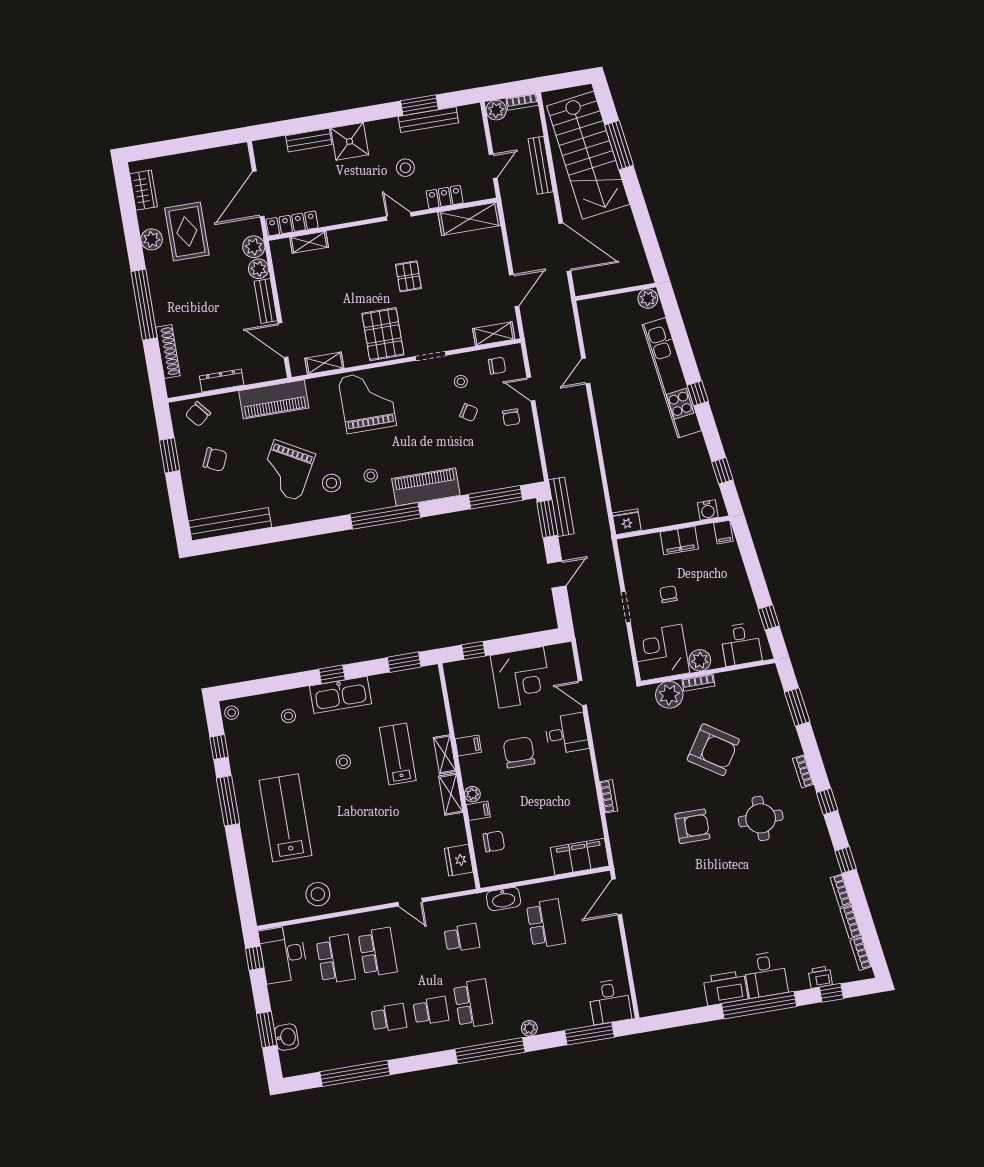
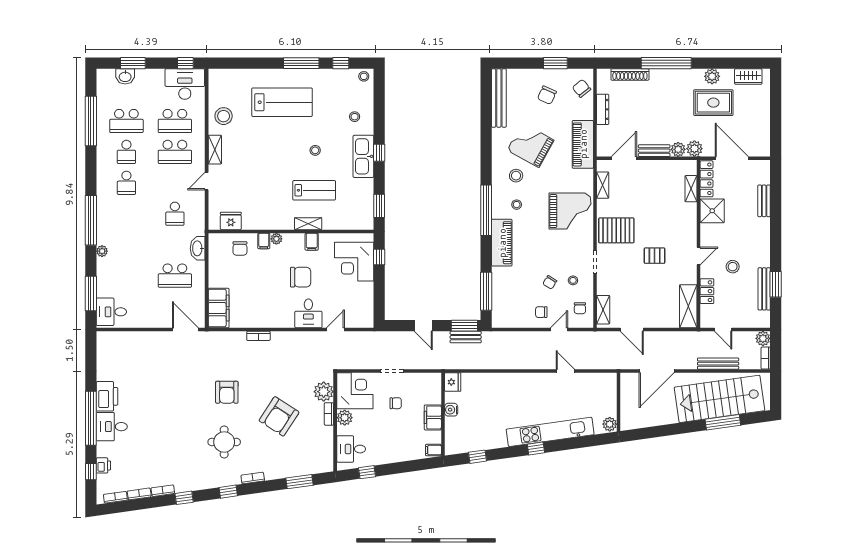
shower: (350, 141) -> (712, 211), moved
bench: (561, 507) -> (466, 337), width x0.73
water cooler: (708, 510) -> (451, 410), moved
corner desk: (521, 677) -> (354, 262), moved
shelving: (451, 794) -> (215, 150), moved, turned 90
school desk: (473, 1004) -> (126, 121), moved

